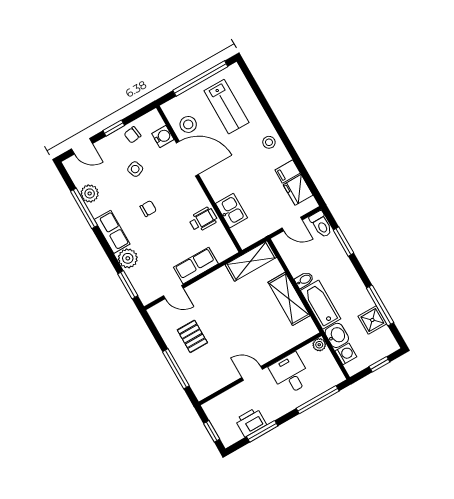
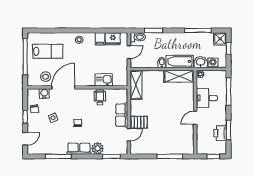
plant: (90, 193) -> (52, 149), removed
shelving: (289, 299) -> (179, 76), moved
shower: (372, 320) -> (220, 39), moved
pallet: (192, 336) -> (139, 122), moved

